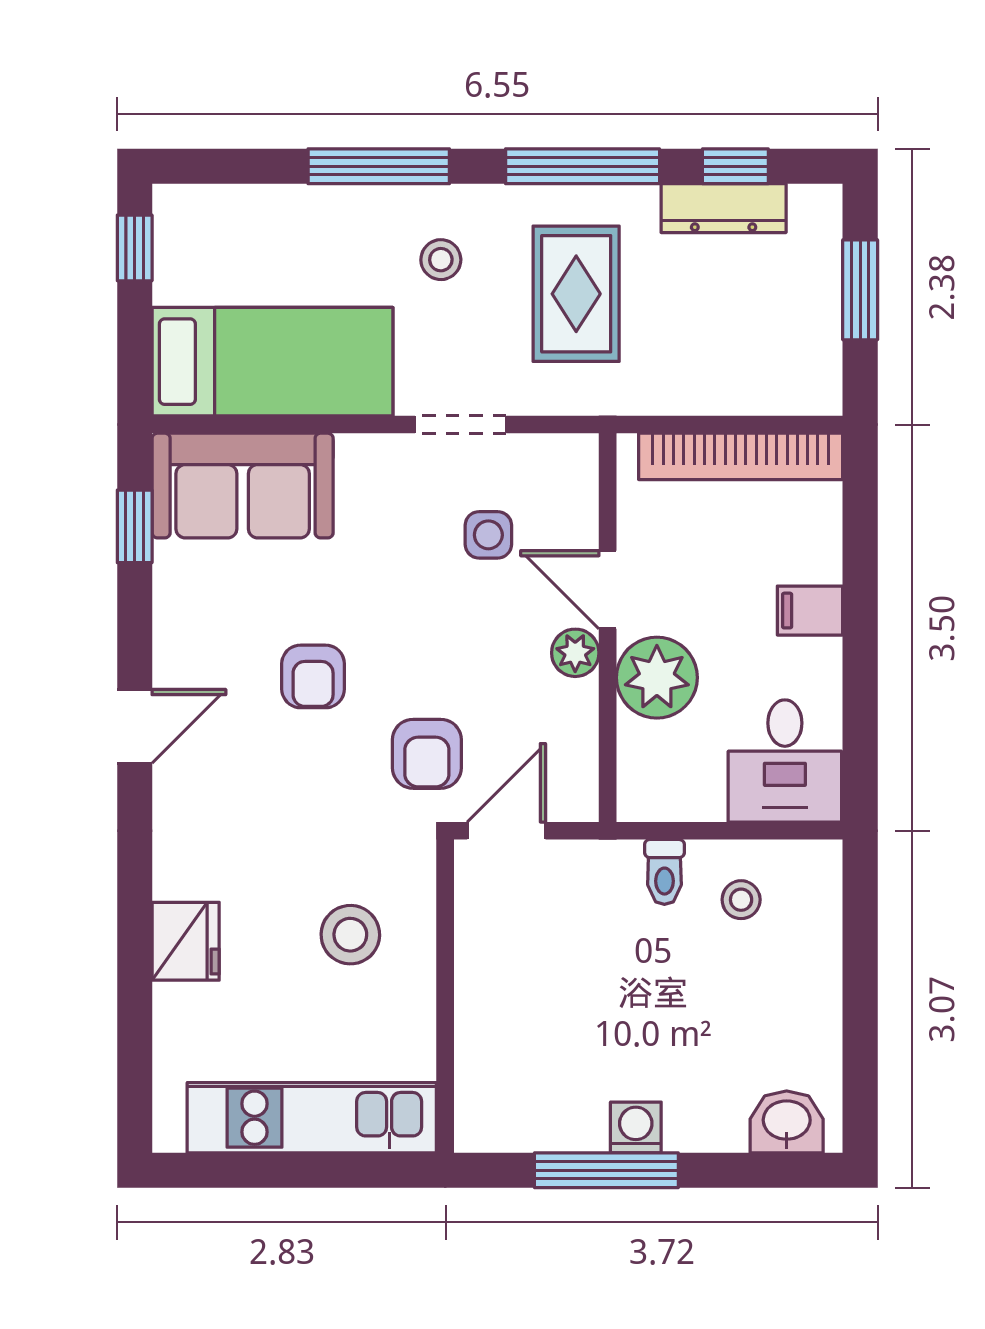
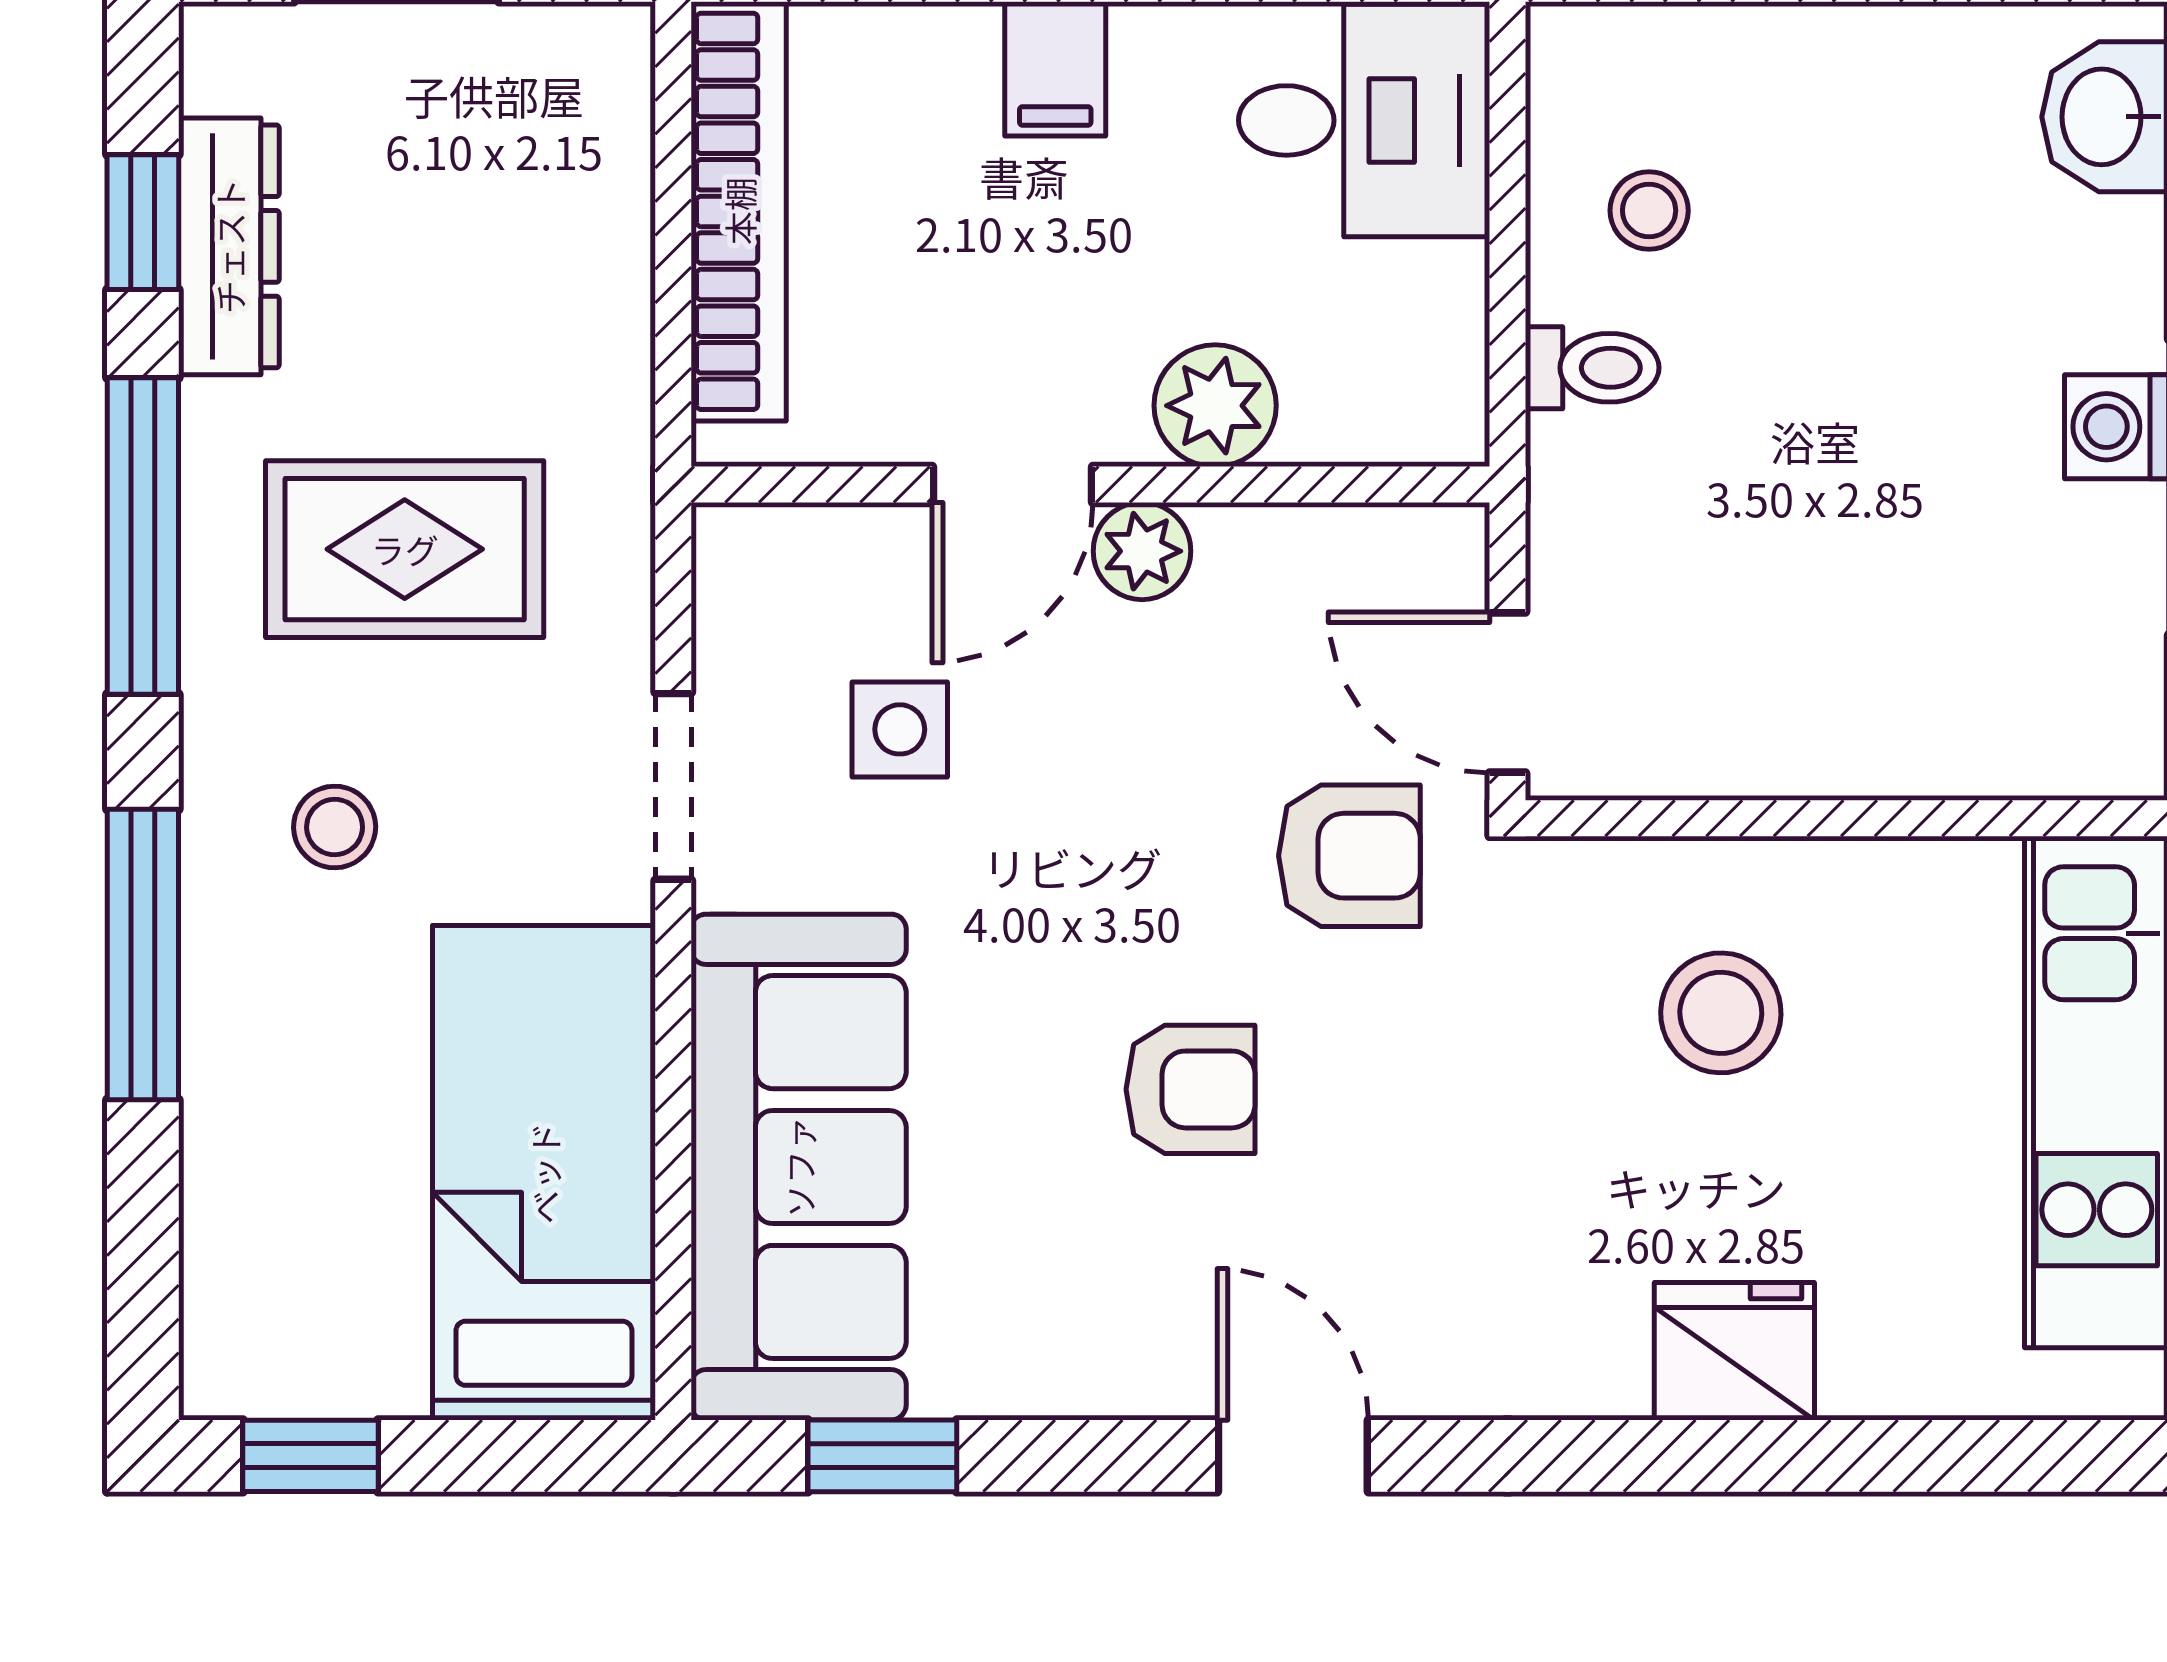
sofa: (243, 486) -> (799, 1167), width x1.36
plant: (657, 678) -> (1215, 406), width x0.73, depth x0.73

